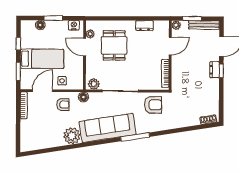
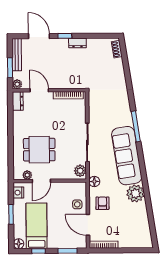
floor lamp: (40, 25) -> (19, 244), moved
dresser: (145, 26) -> (18, 101), moved
bed: (42, 59) -> (37, 226), moved
dresser: (215, 70) -> (77, 43), moved
armchair: (153, 105) -> (102, 108), removed

